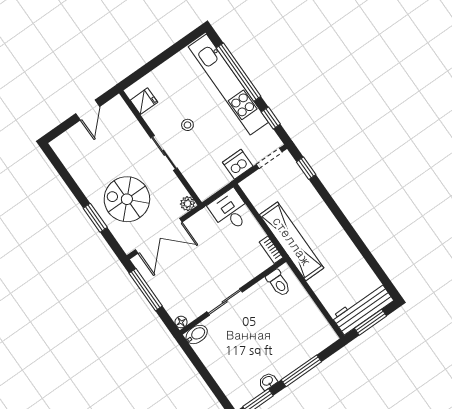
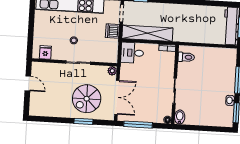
shelving: (292, 241) -> (147, 33), moved

